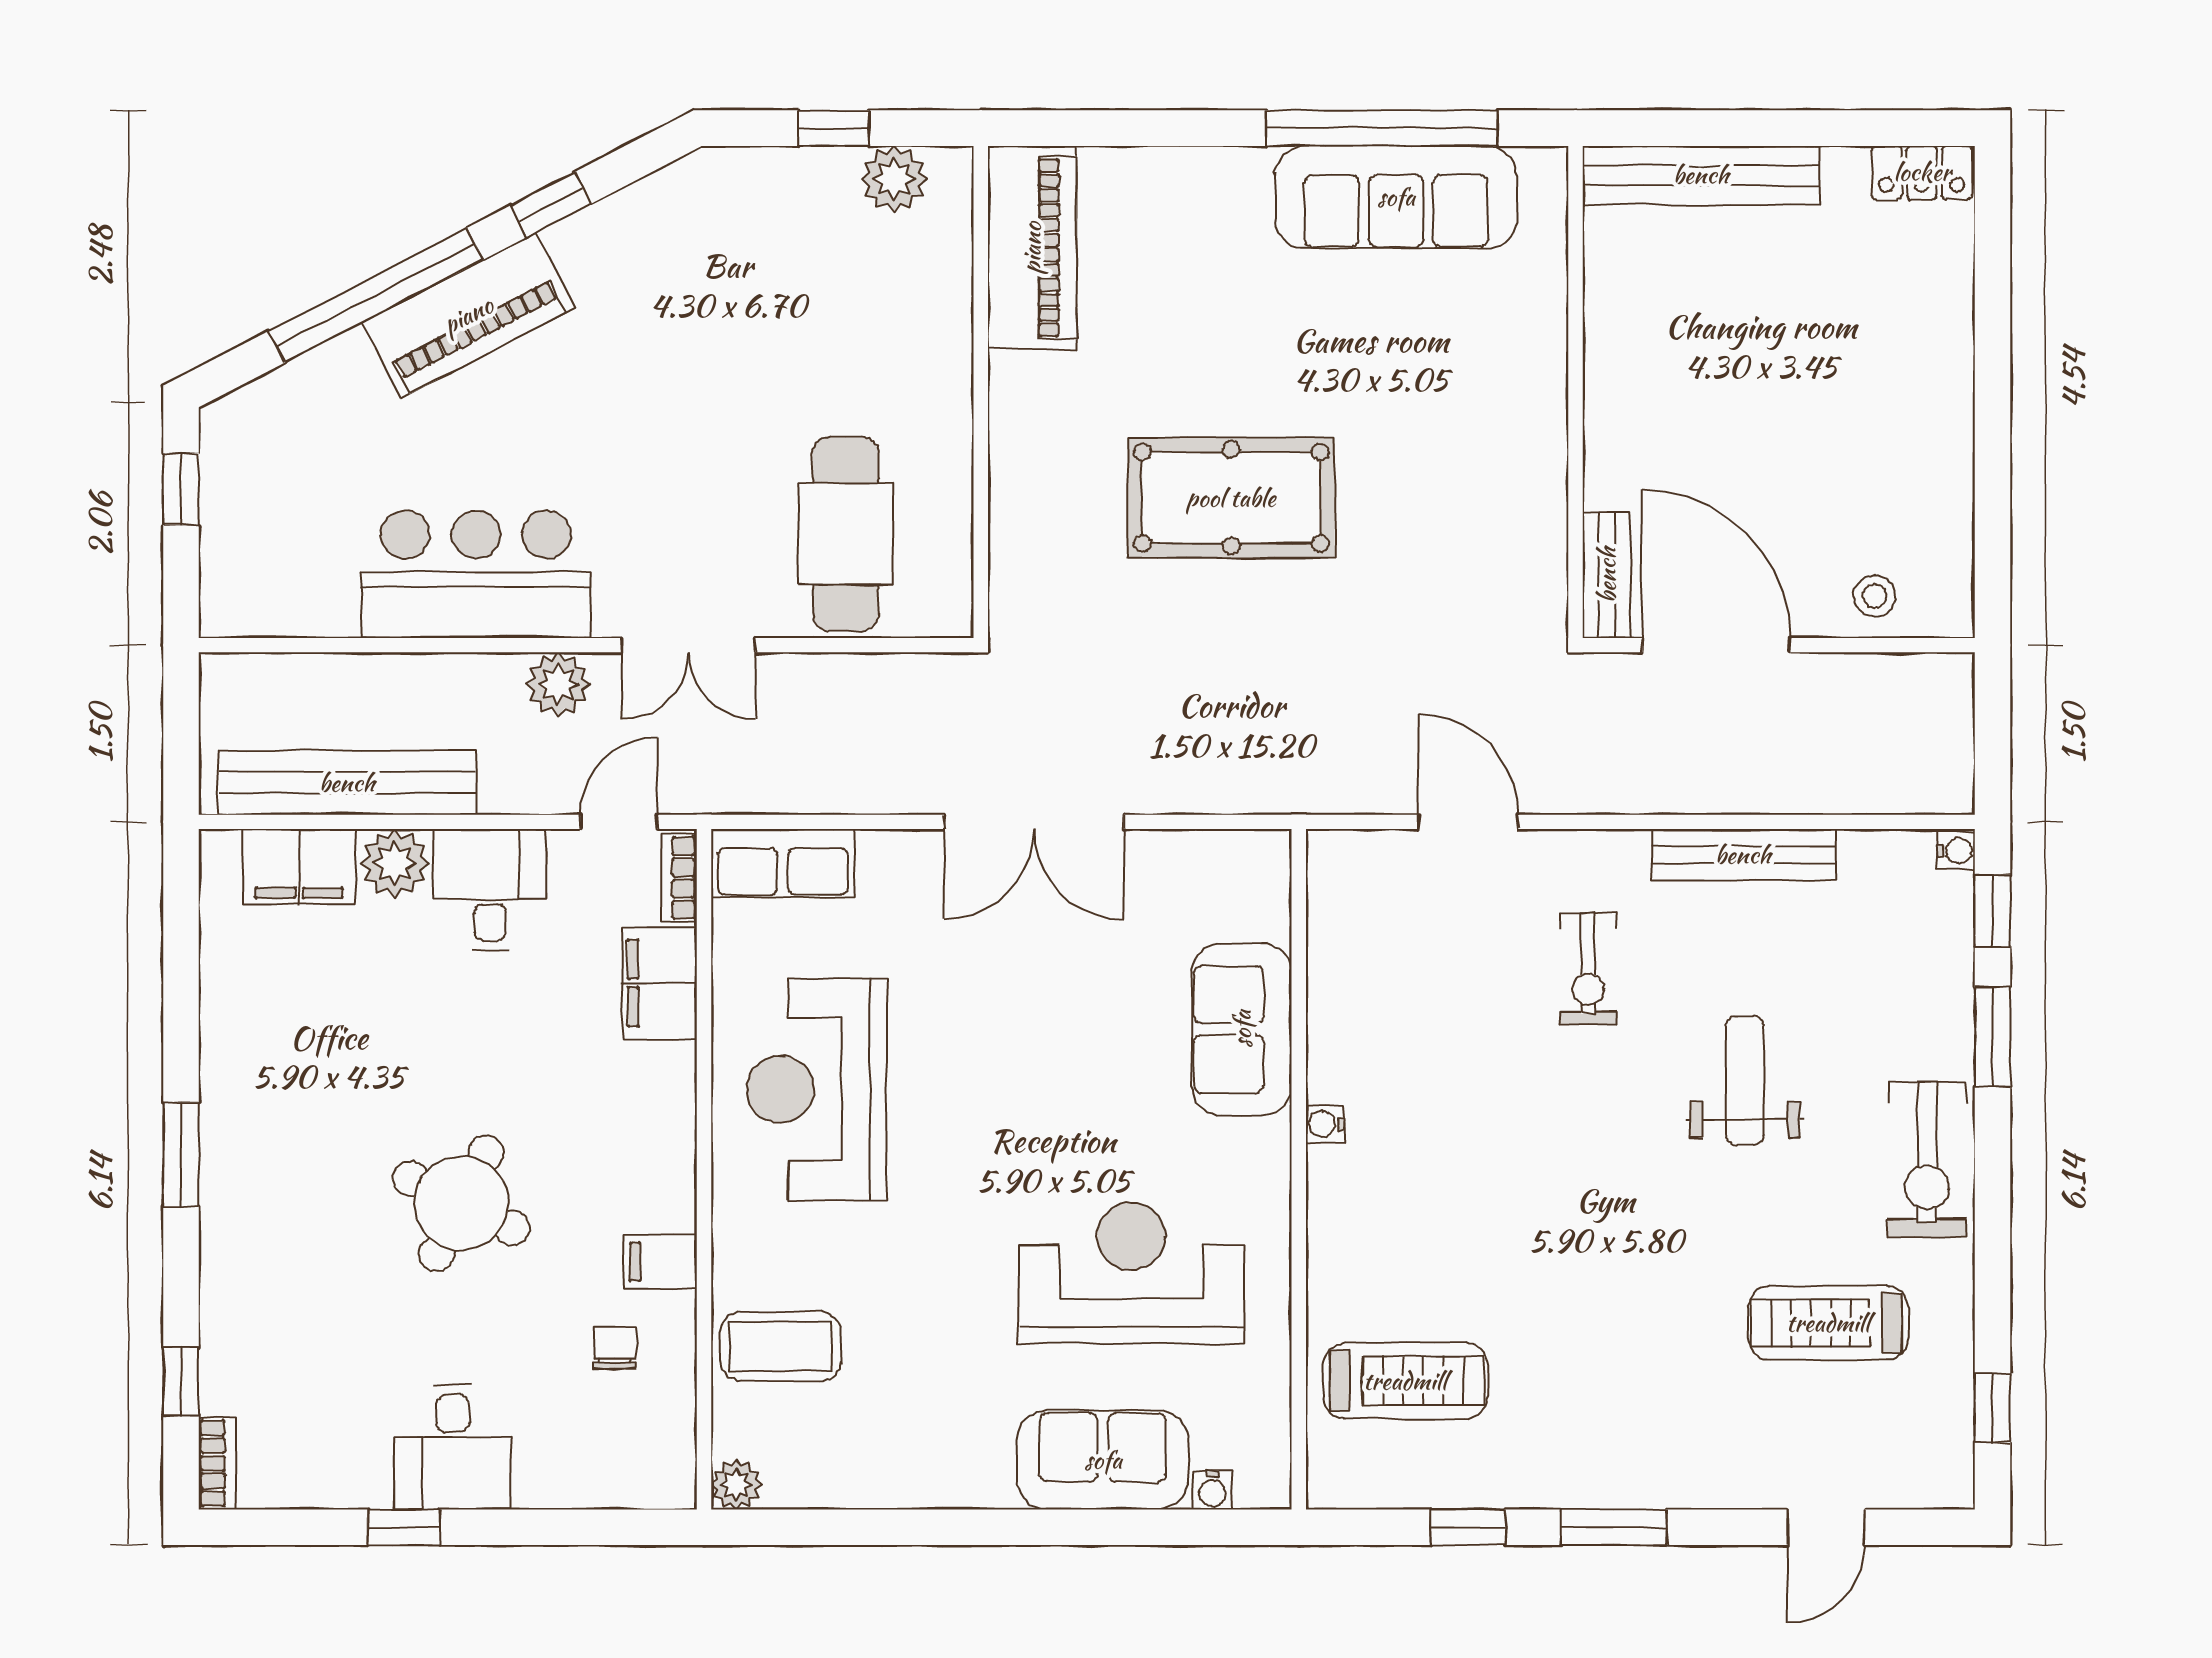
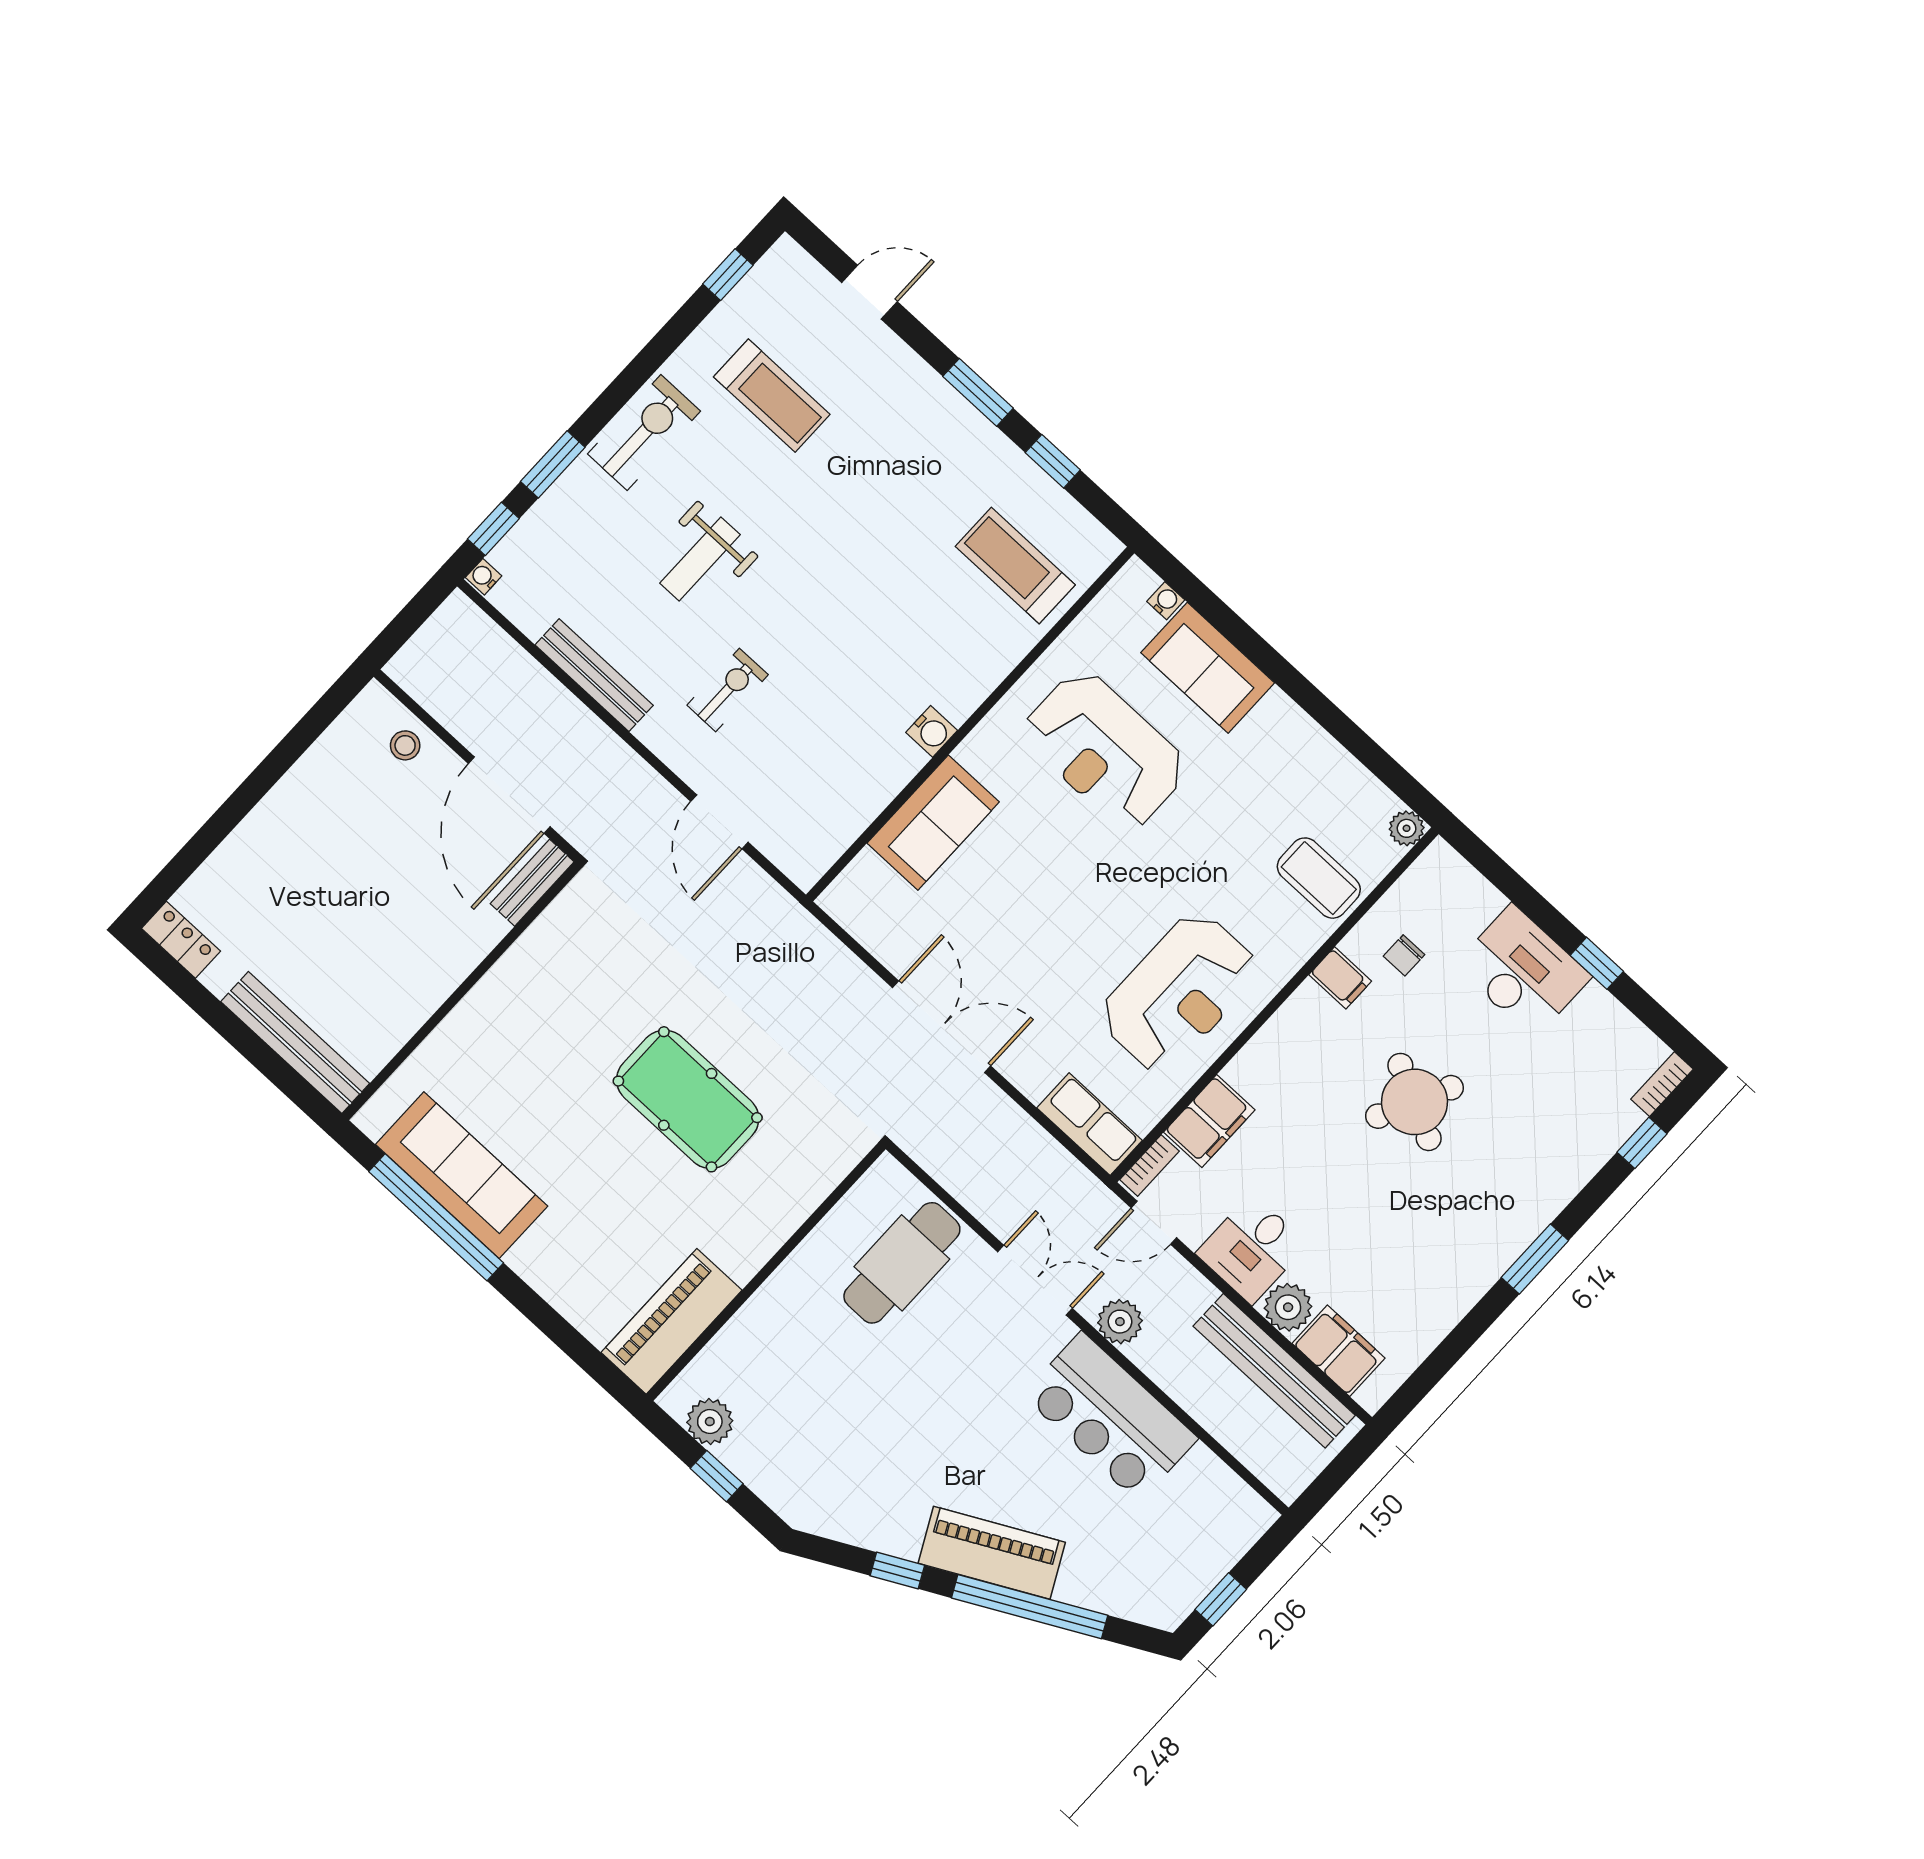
water cooler: (1325, 1124) -> (932, 731), width x1.38, depth x1.38
desk: (453, 1447) -> (1523, 971), width x1.37

